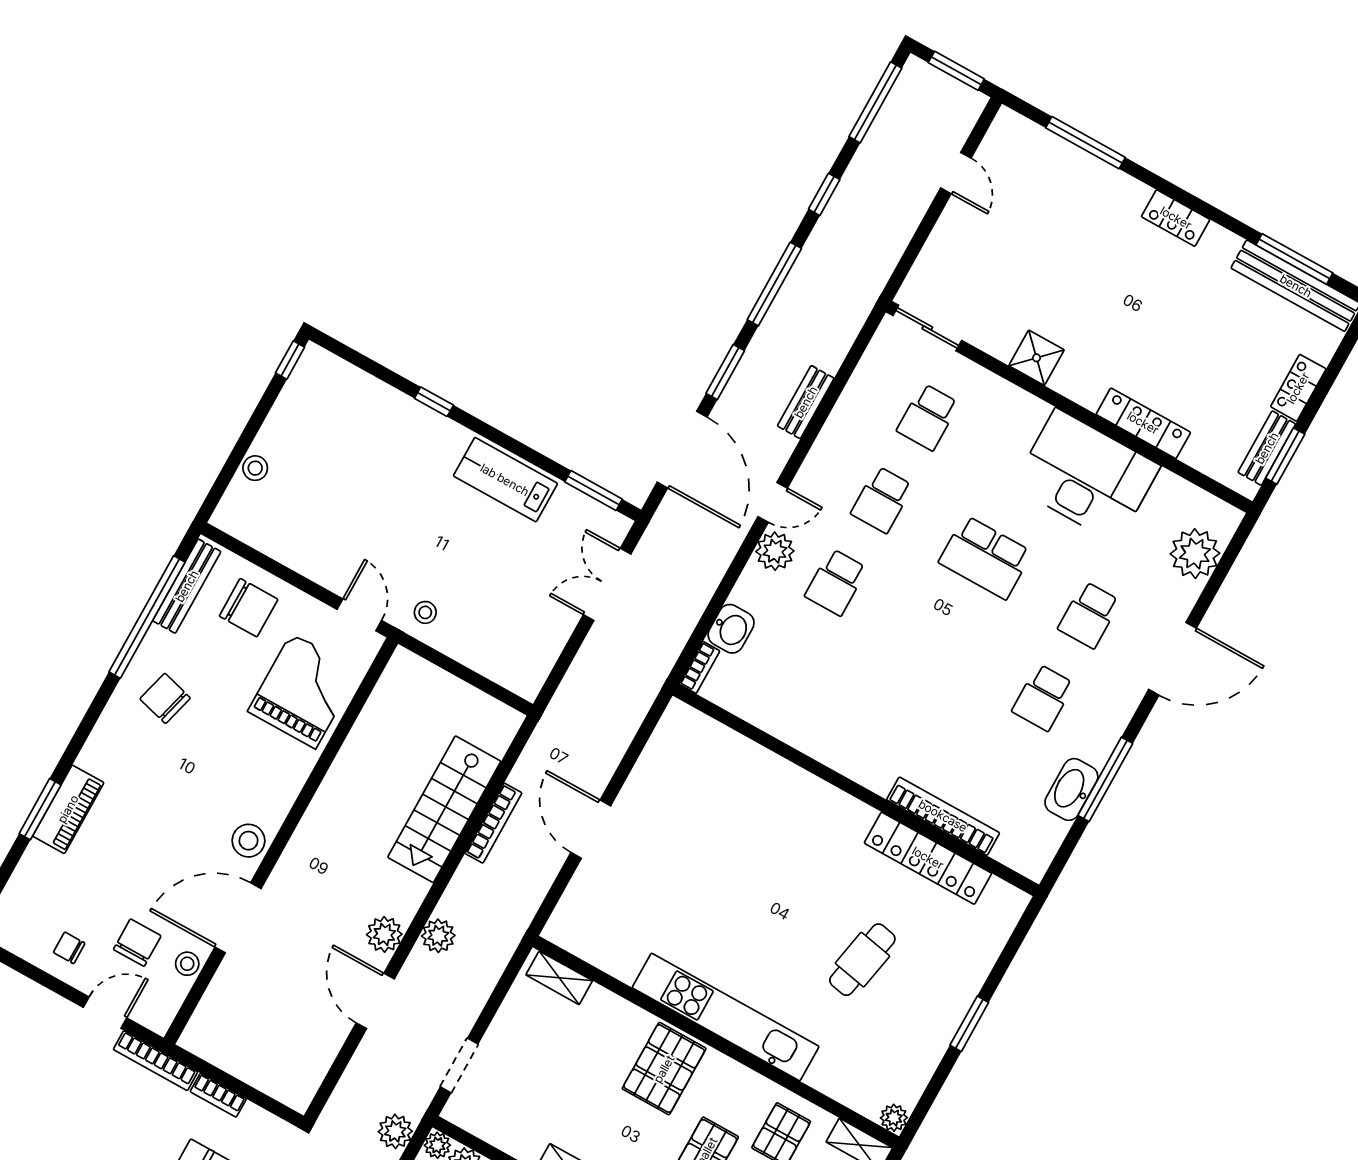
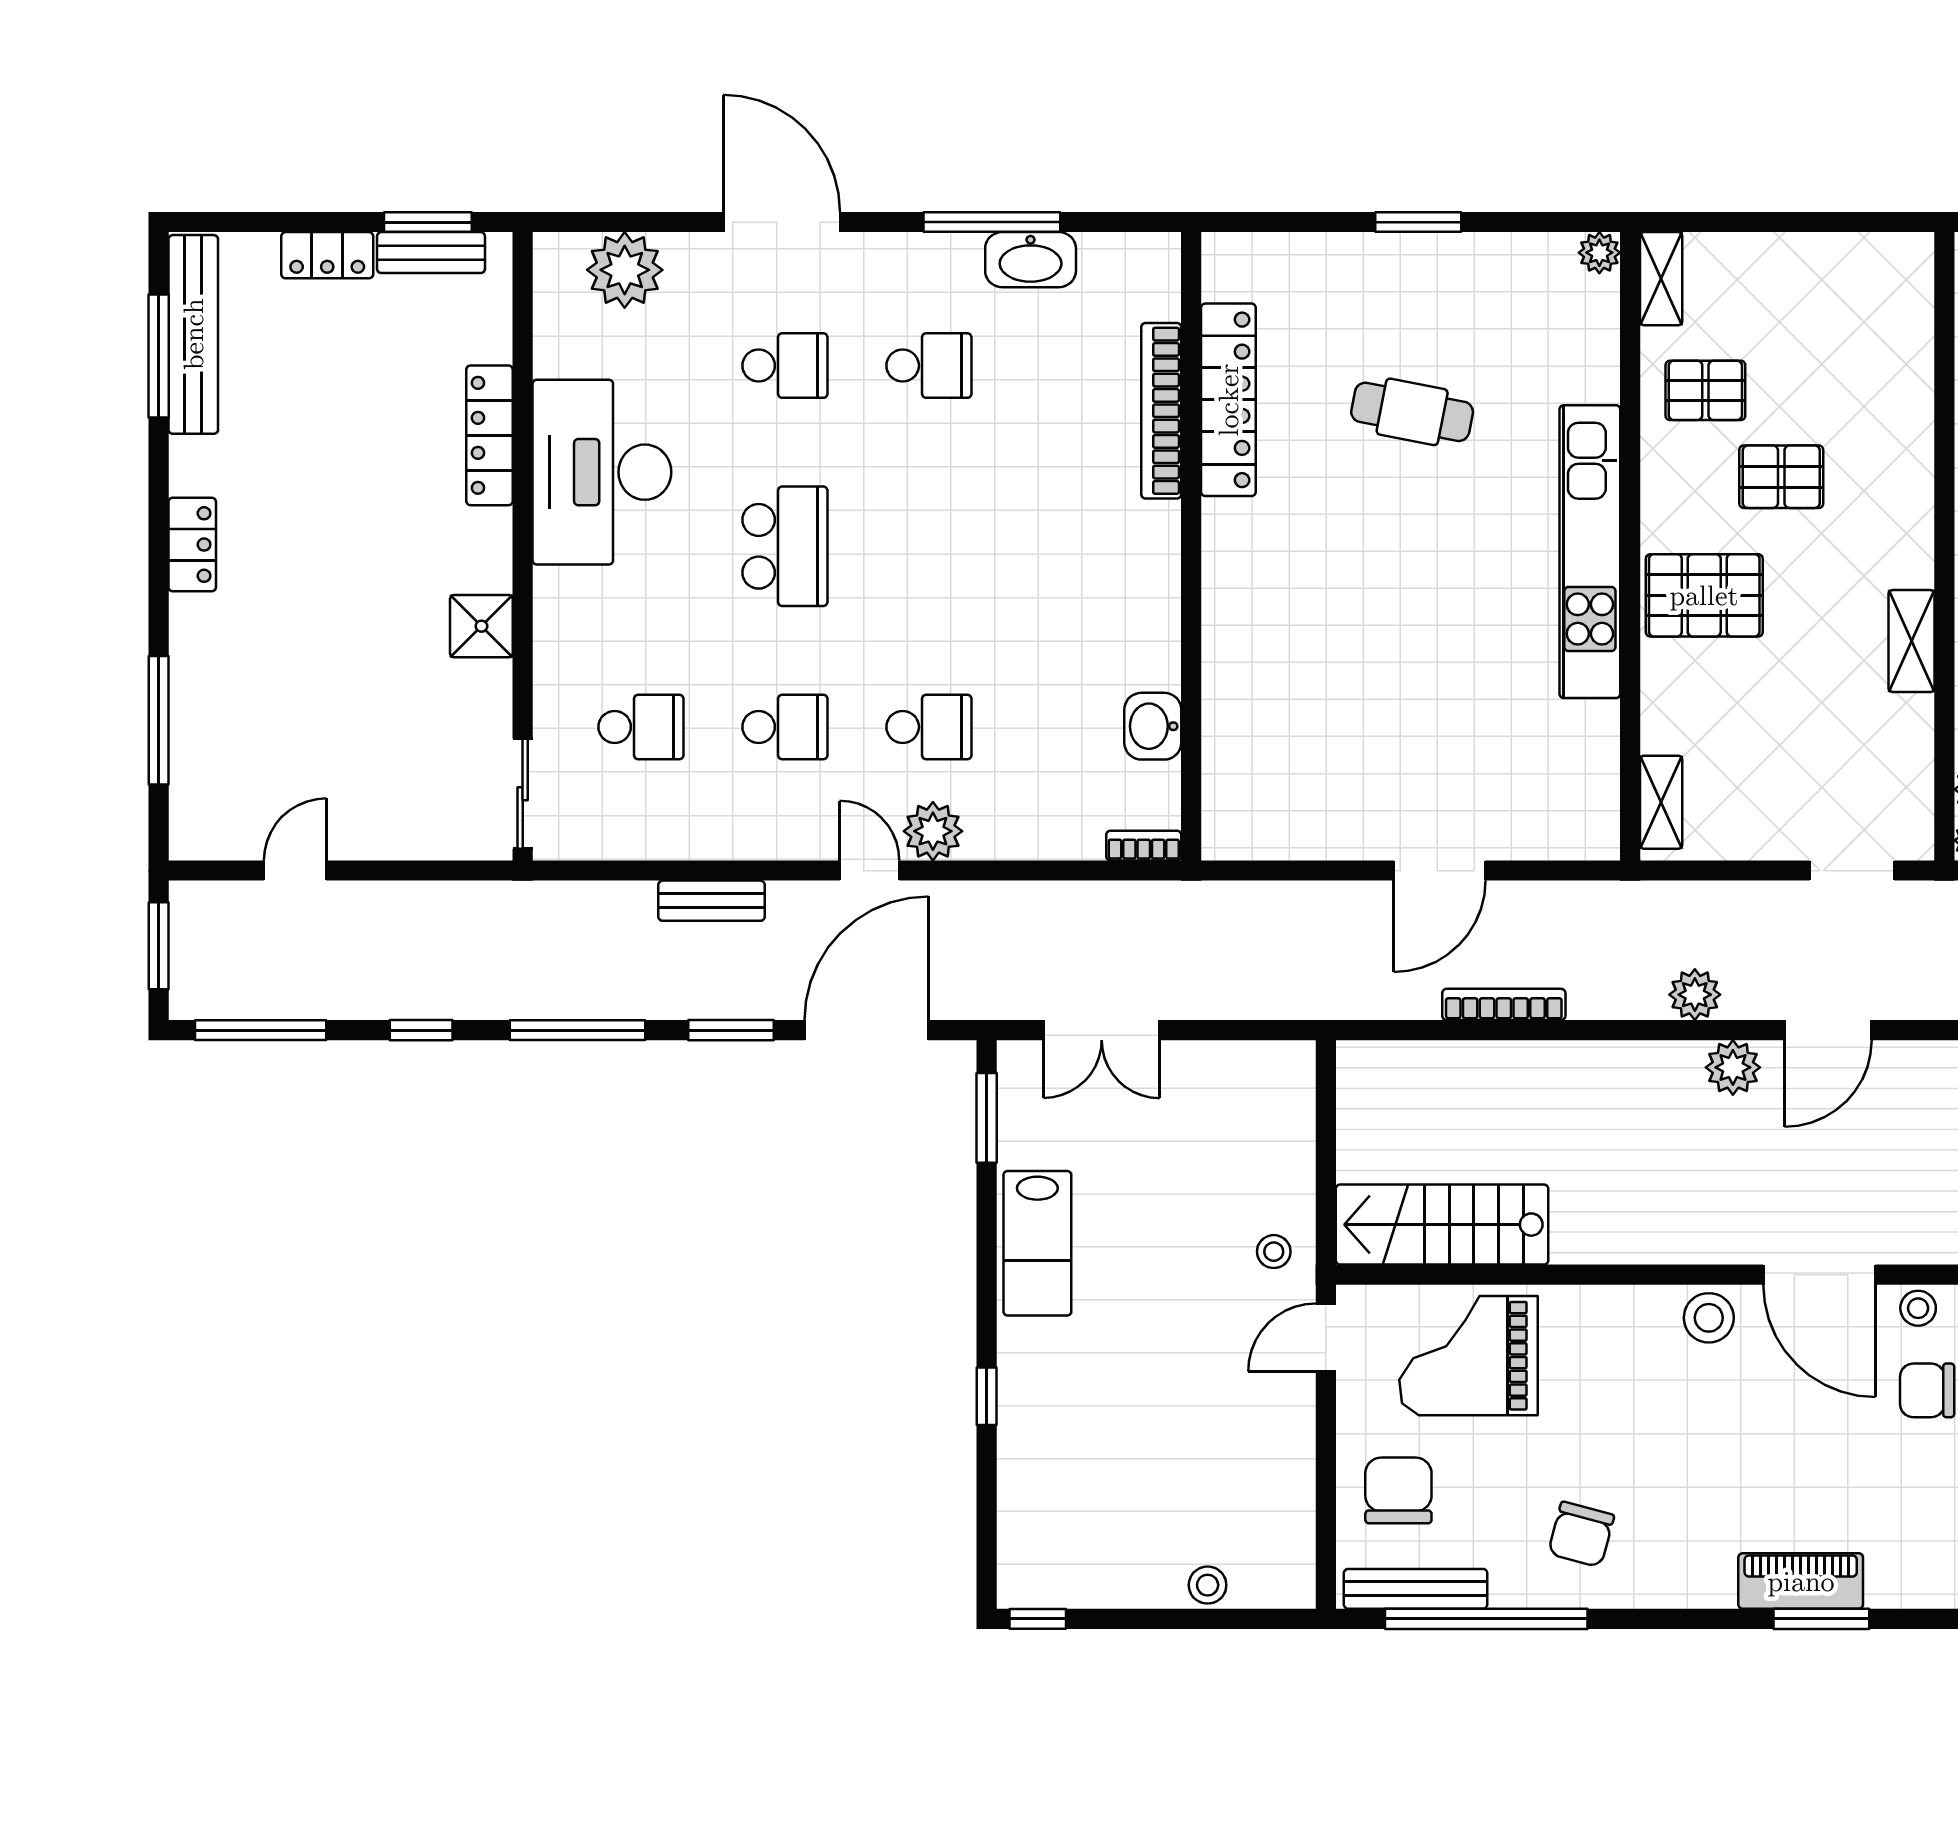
washbasin: (731, 629) -> (1153, 726), moved, turned -90
stairs: (444, 809) -> (1442, 1225), moved, turned 180

